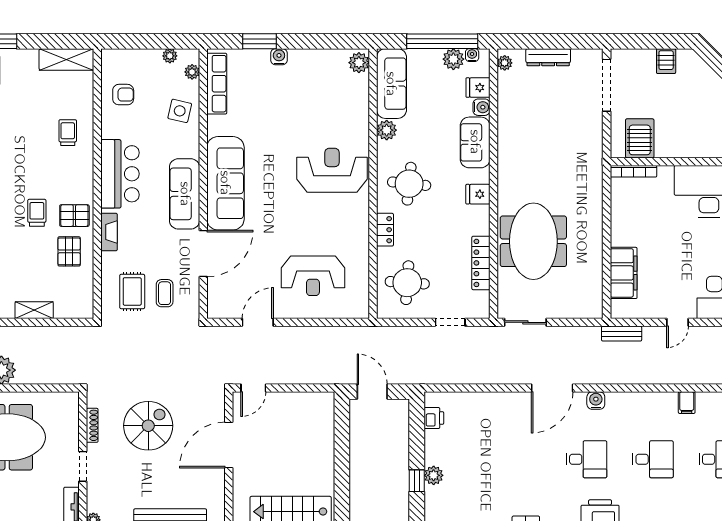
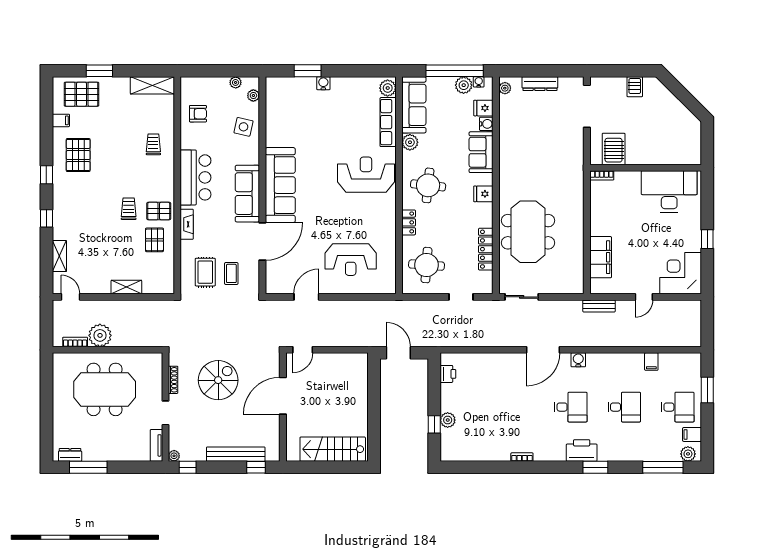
row of seats: (217, 84) -> (388, 122), moved, turned 180
bookcase: (633, 171) -> (602, 175), width x0.64

